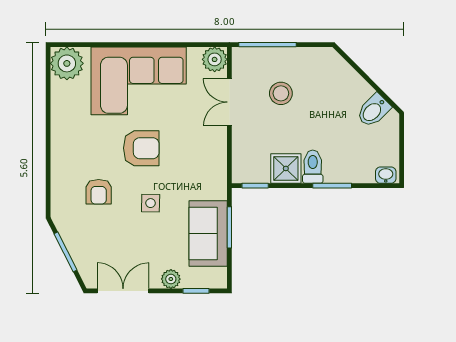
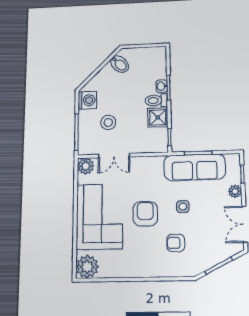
washing machine: (317, 61) -> (87, 100), added
washbasin: (386, 175) -> (162, 86), moved
armchair: (99, 192) -> (176, 243), turned 180
sofa: (208, 234) -> (195, 167), width x1.36

